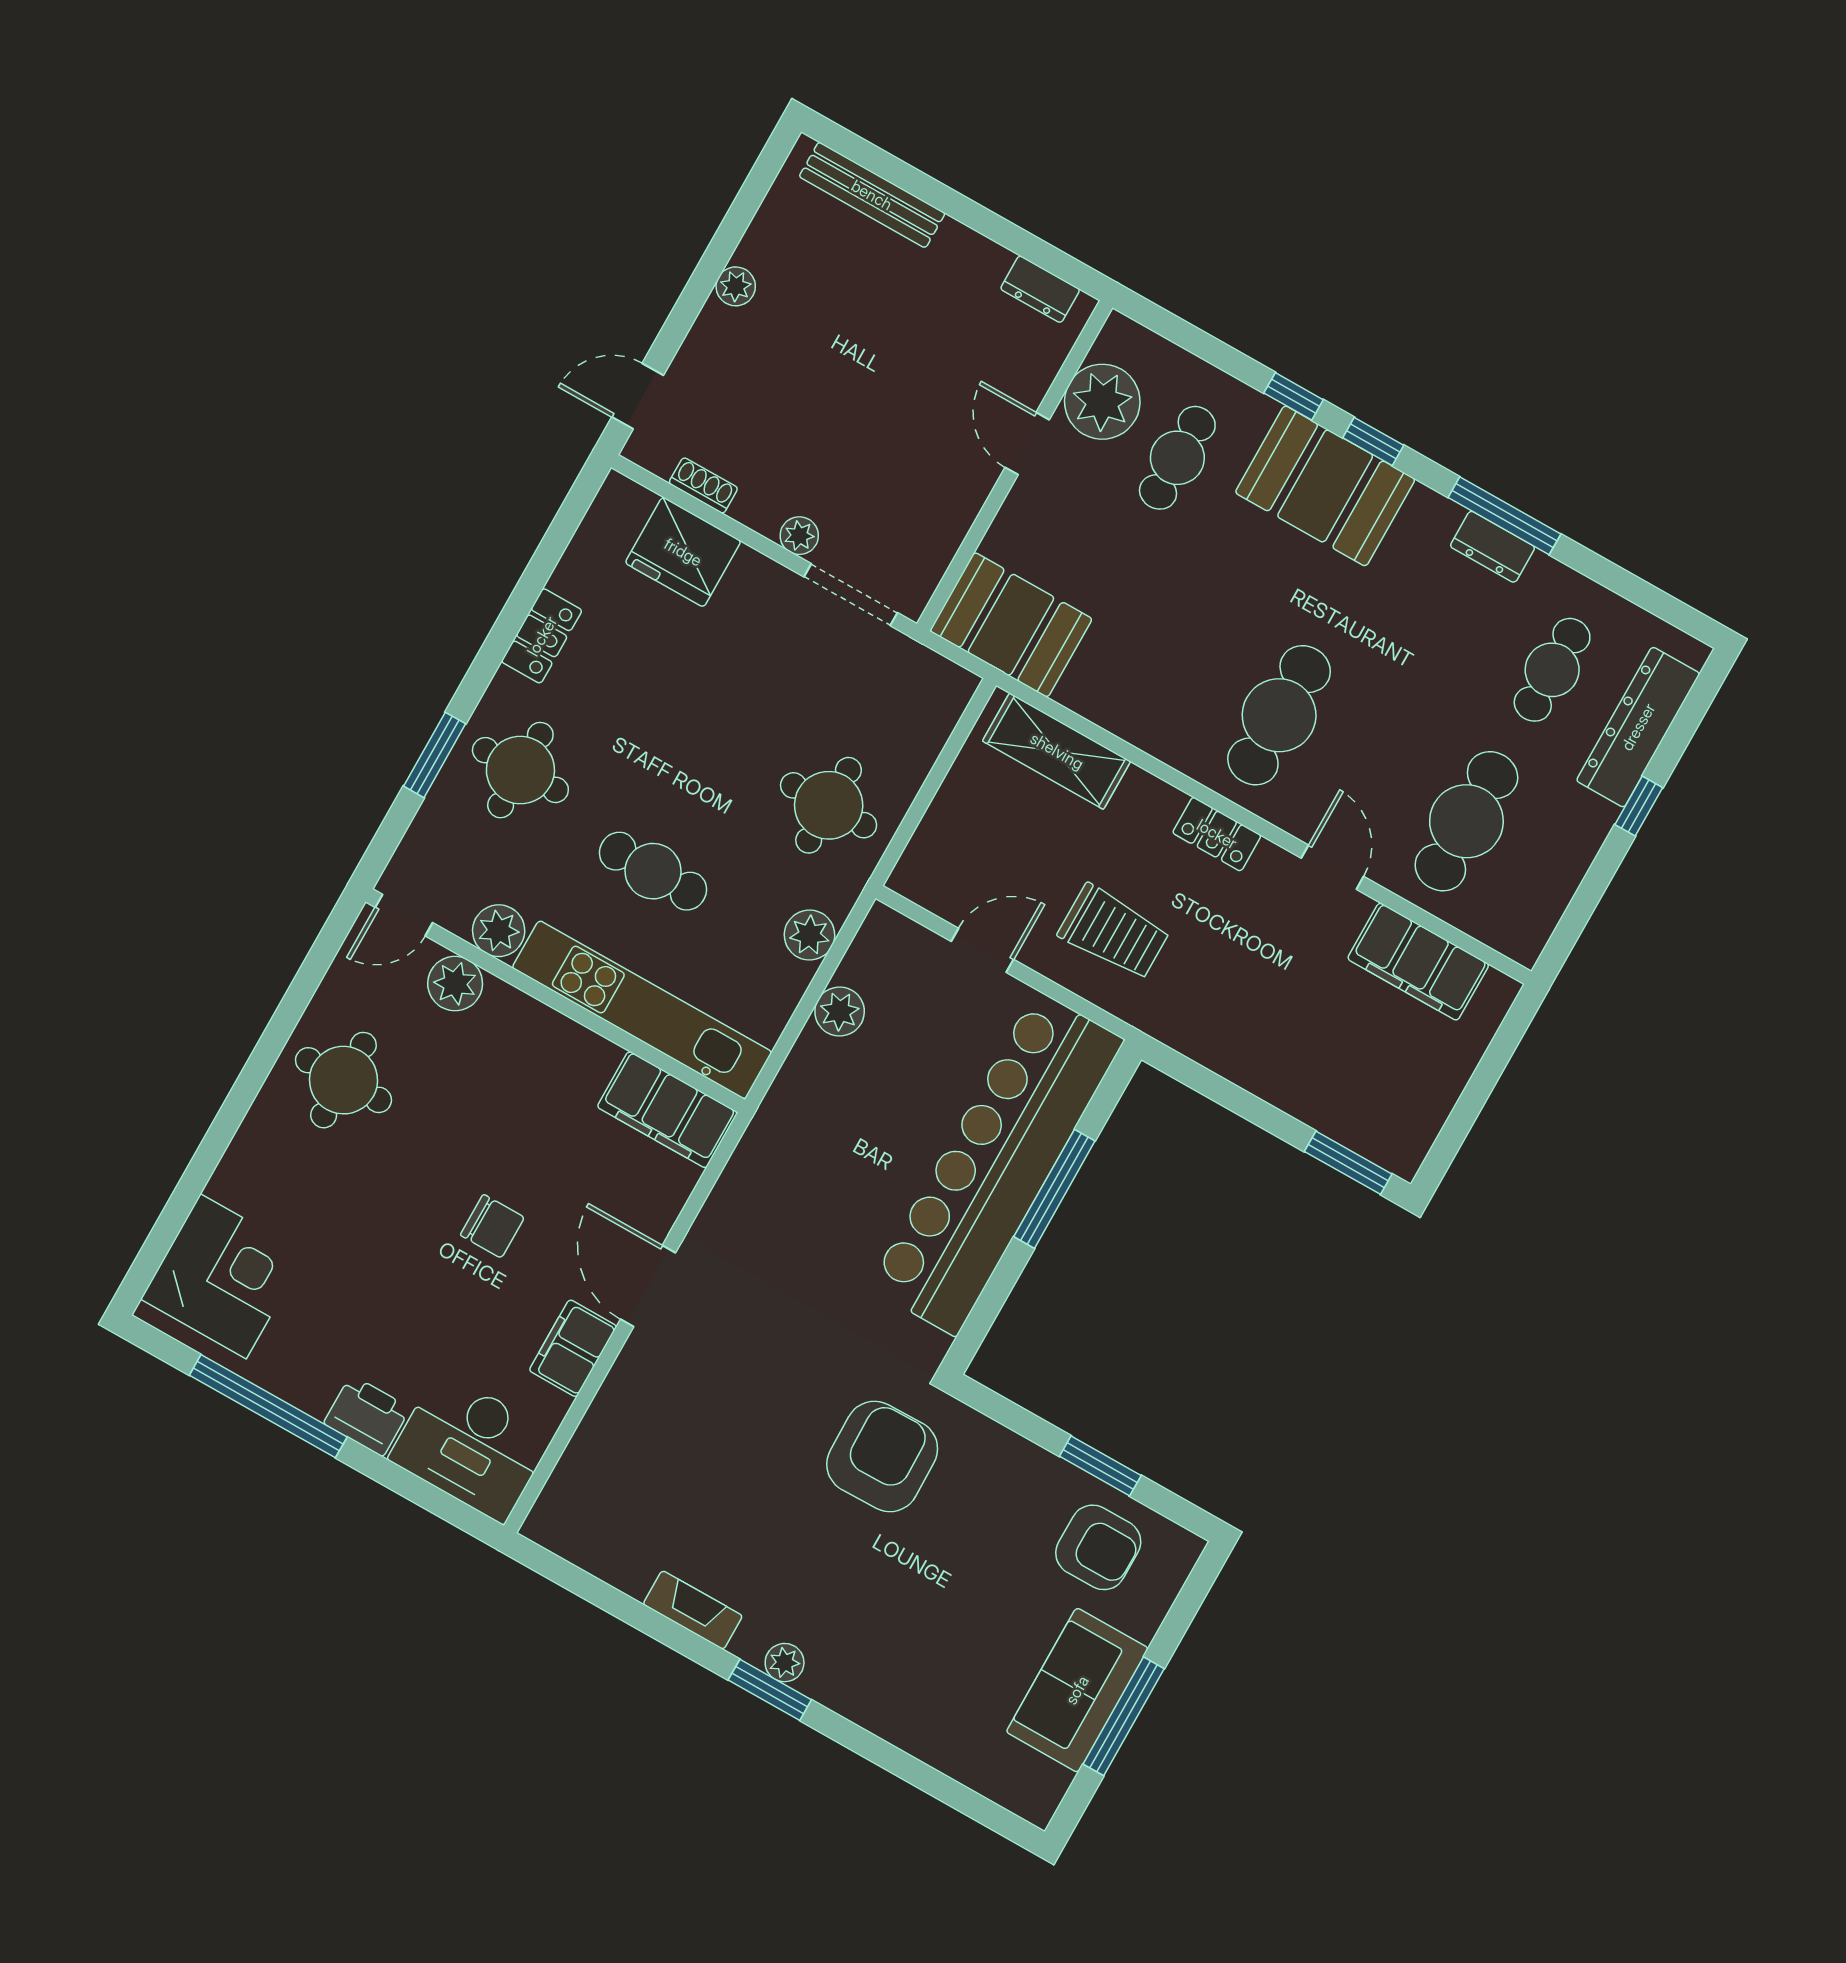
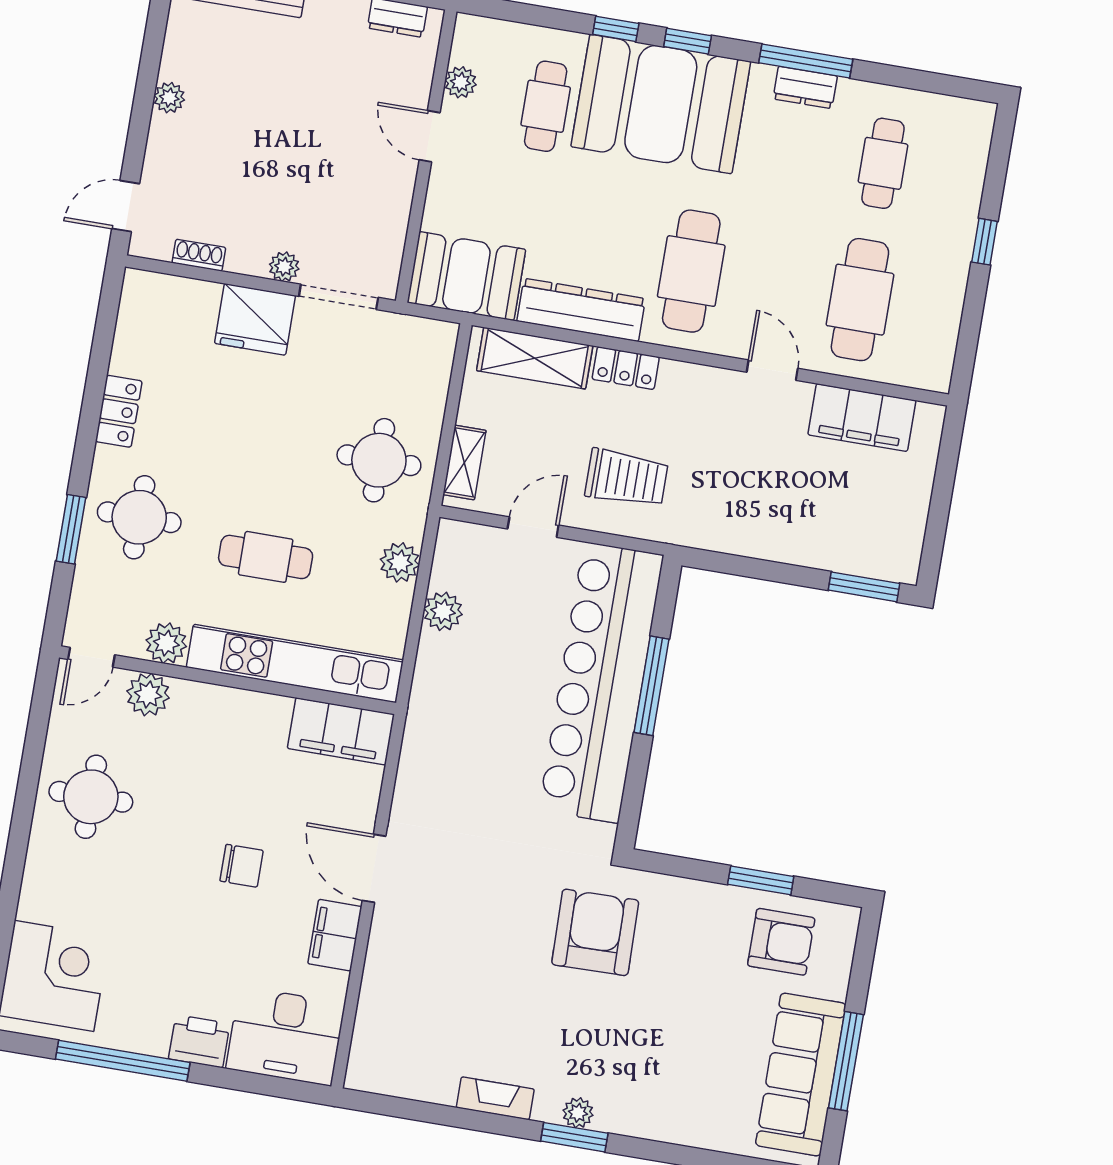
plant: (1102, 402) -> (461, 82), width x0.53, depth x0.53
booth: (1325, 486) -> (661, 104), width x1.36, depth x1.42
fridge: (683, 552) -> (255, 319), moved
dresser: (1638, 727) -> (581, 310), moved, turned 90
locker: (1217, 834) -> (626, 368), moved
shelving: (929, 845) -> (464, 462), added
sofa: (1077, 1690) -> (801, 1074), width x1.36

